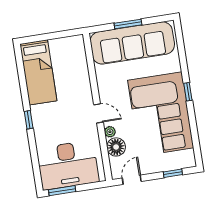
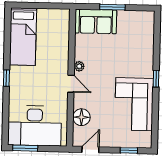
sofa: (132, 43) -> (96, 21), width x0.54, depth x0.79
corner sofa: (161, 114) -> (134, 104), width x0.73, depth x0.74
plant: (110, 132) -> (79, 66), moved

